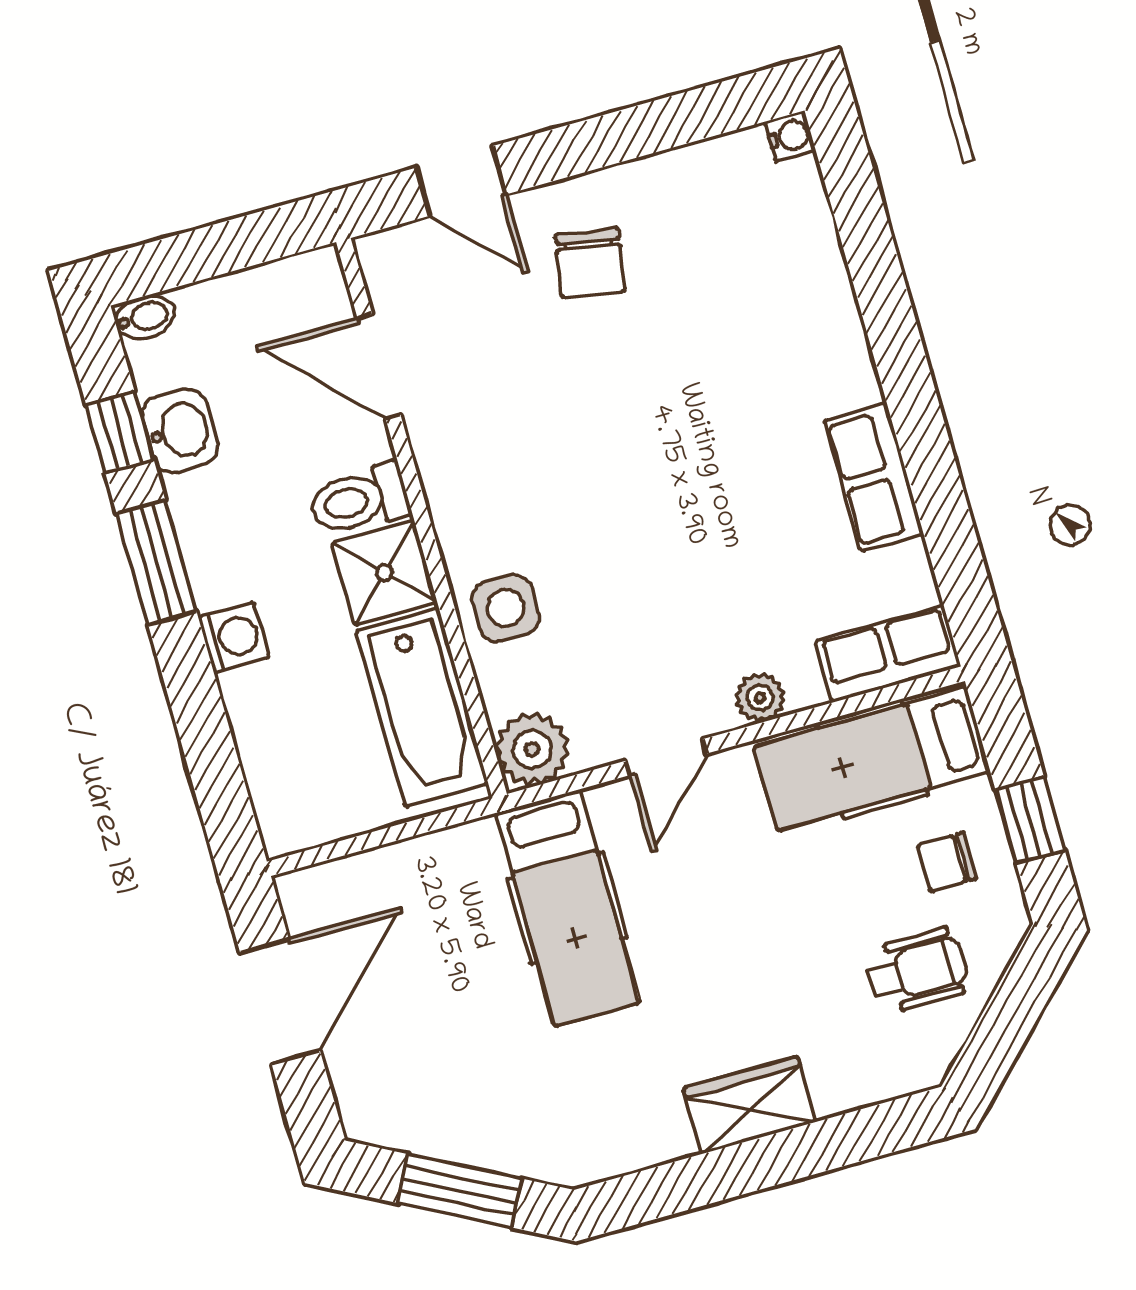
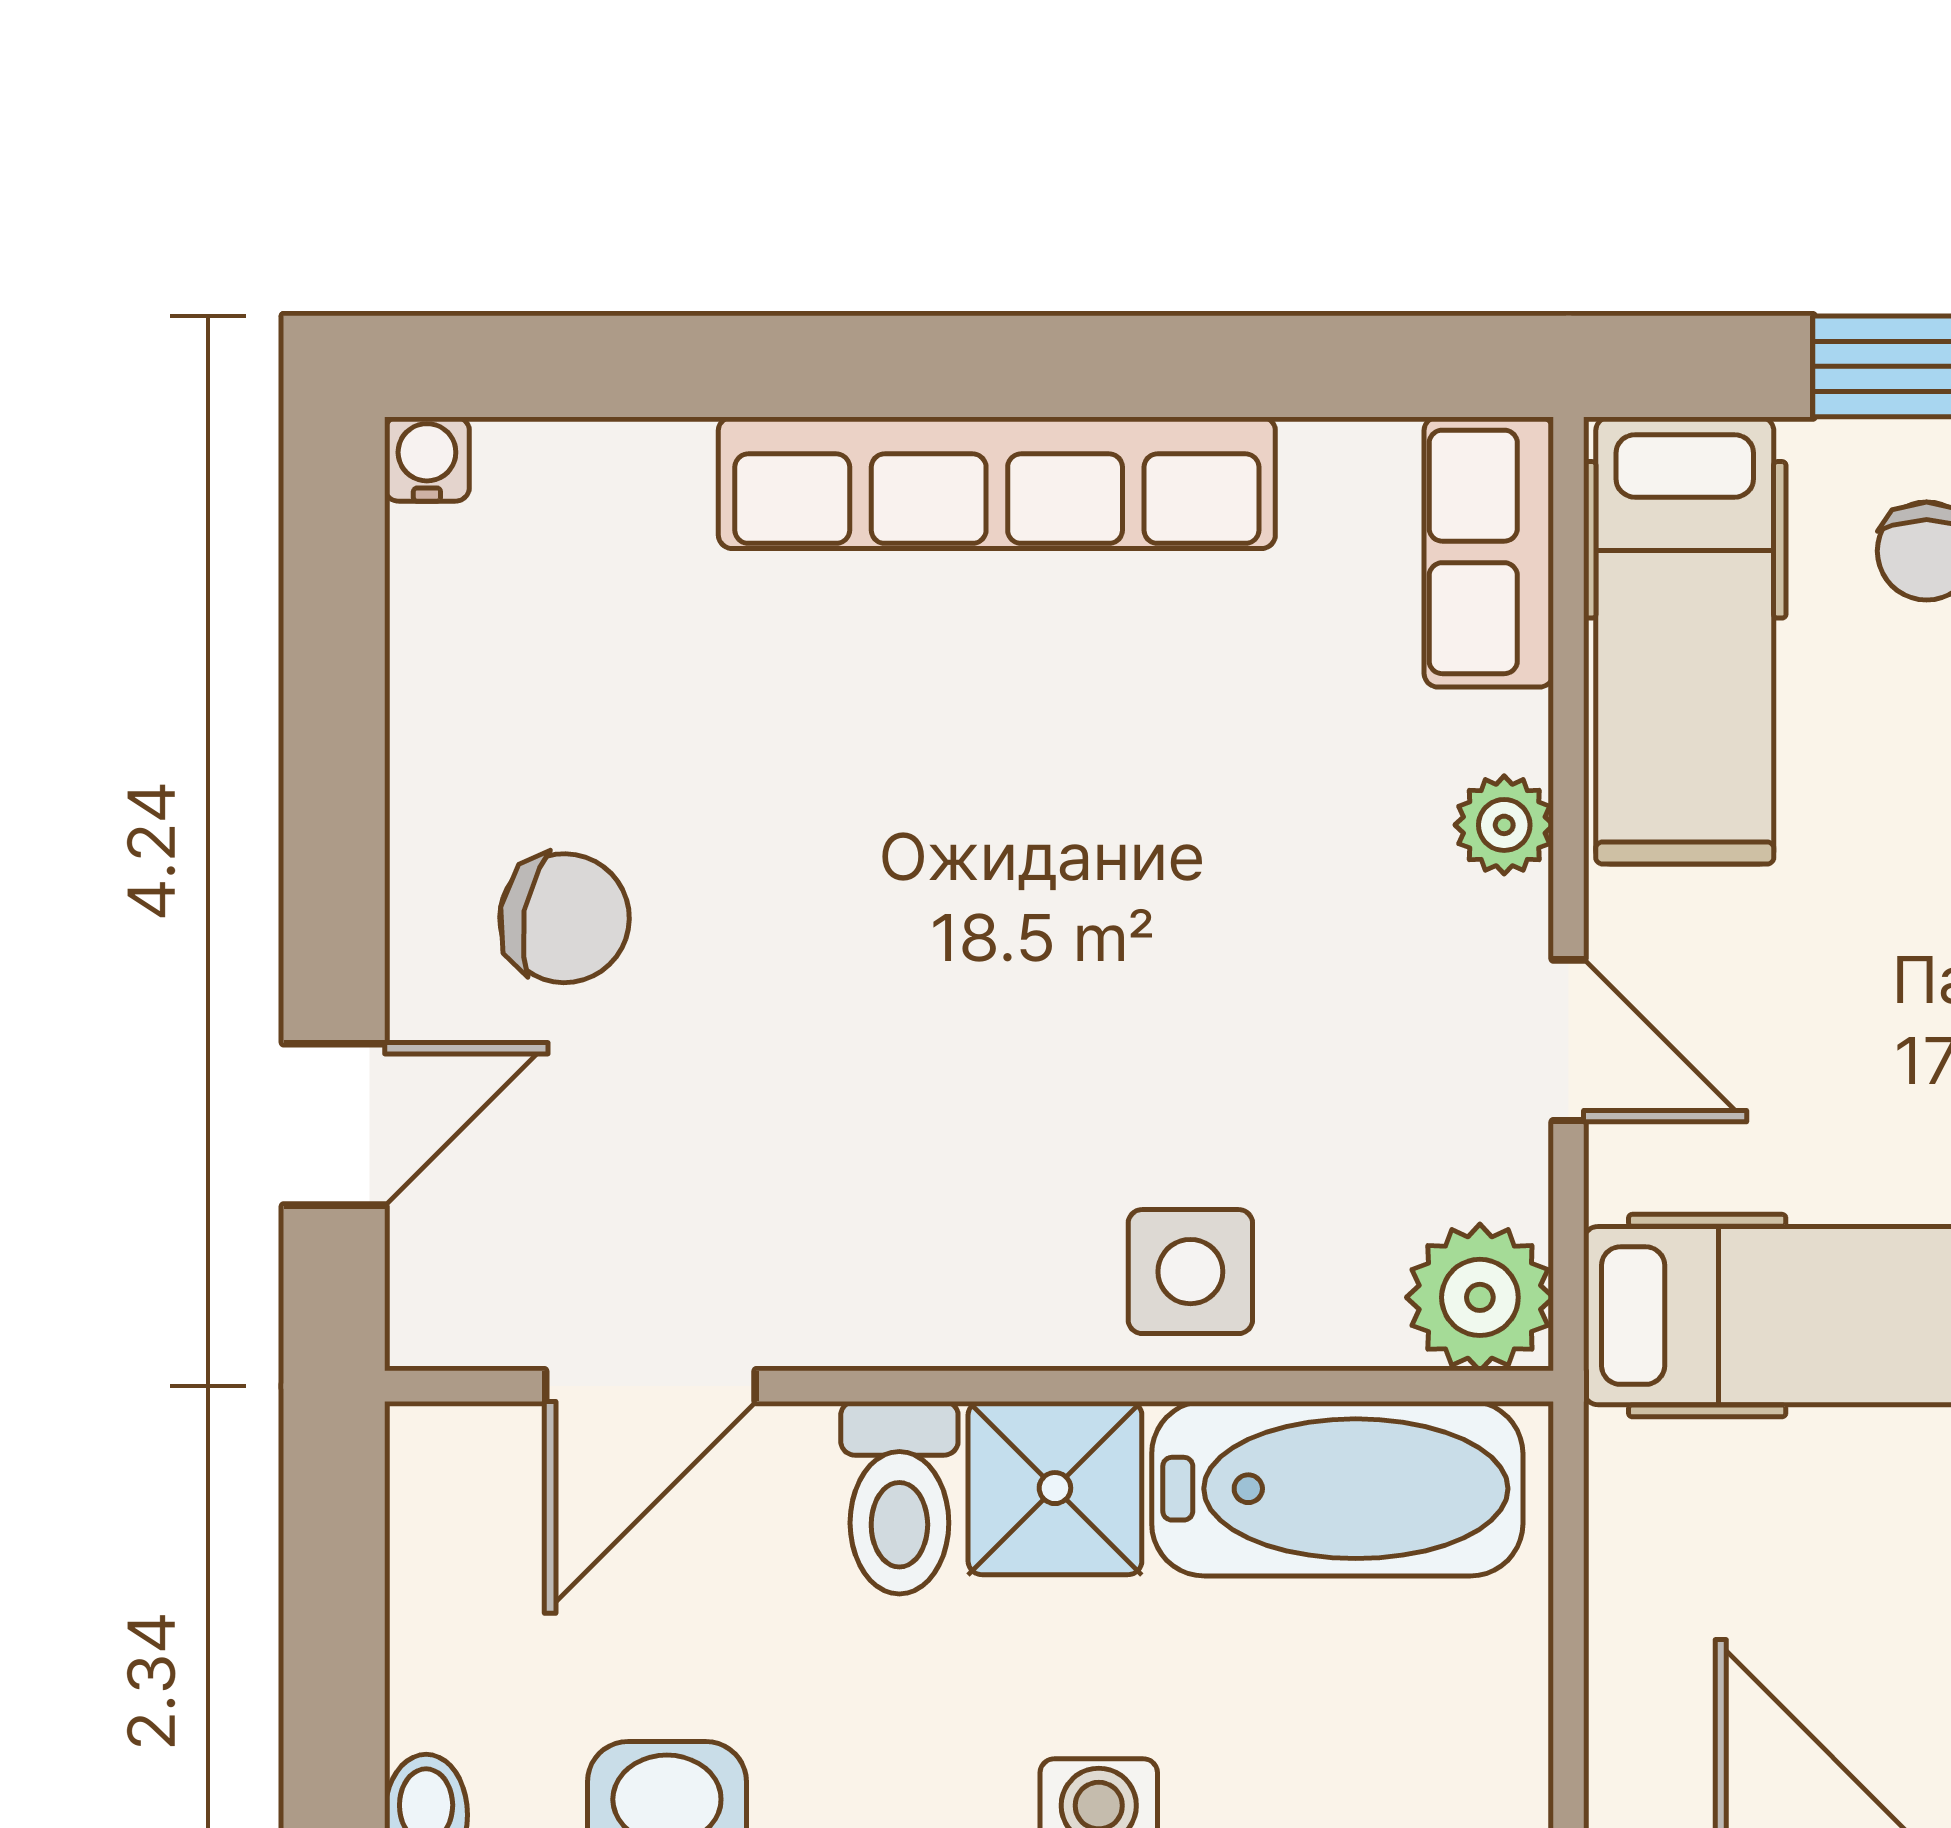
row of seats: (874, 477) -> (997, 483), width x2.02

